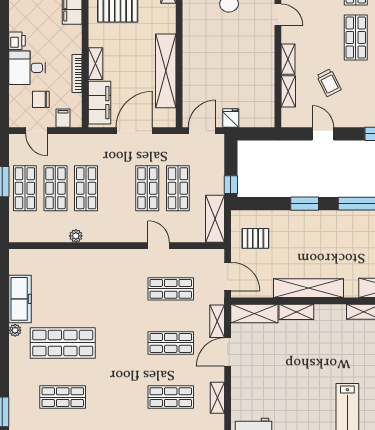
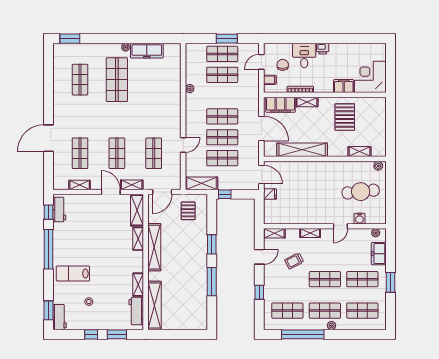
shelving: (288, 91) -> (274, 233), moved
shop shelf: (86, 188) -> (222, 116), moved

